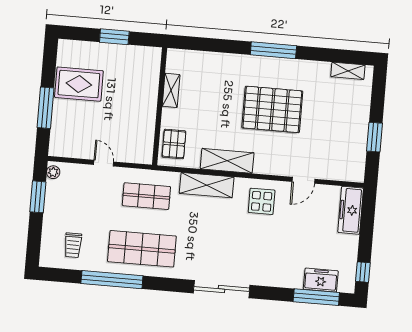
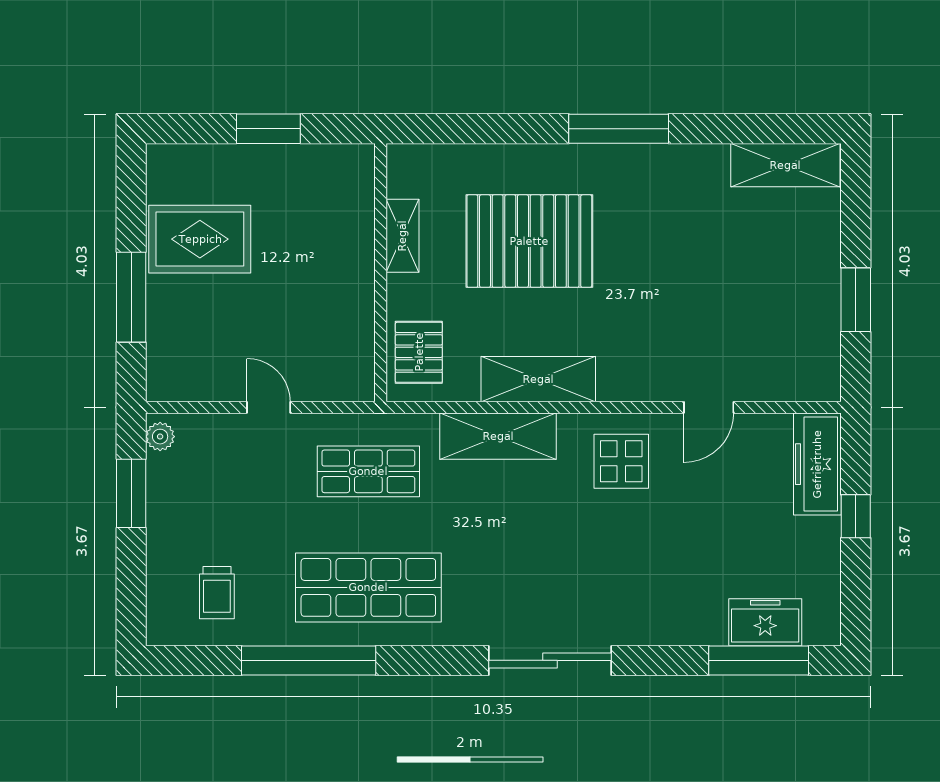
shelving: (348, 71) -> (785, 165), width x1.50, depth x1.33
pallet: (272, 109) -> (529, 241), moved
window: (363, 272) -> (856, 516), moved

